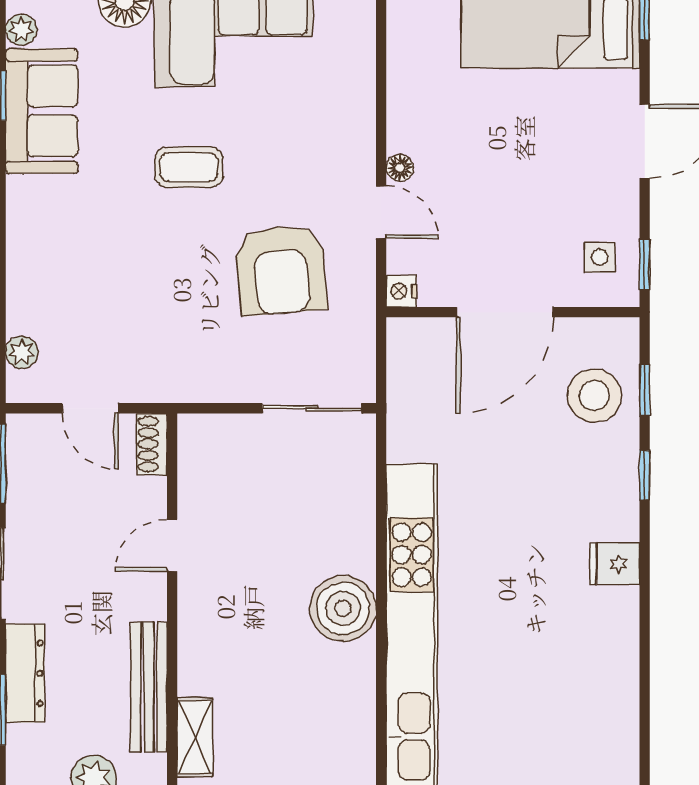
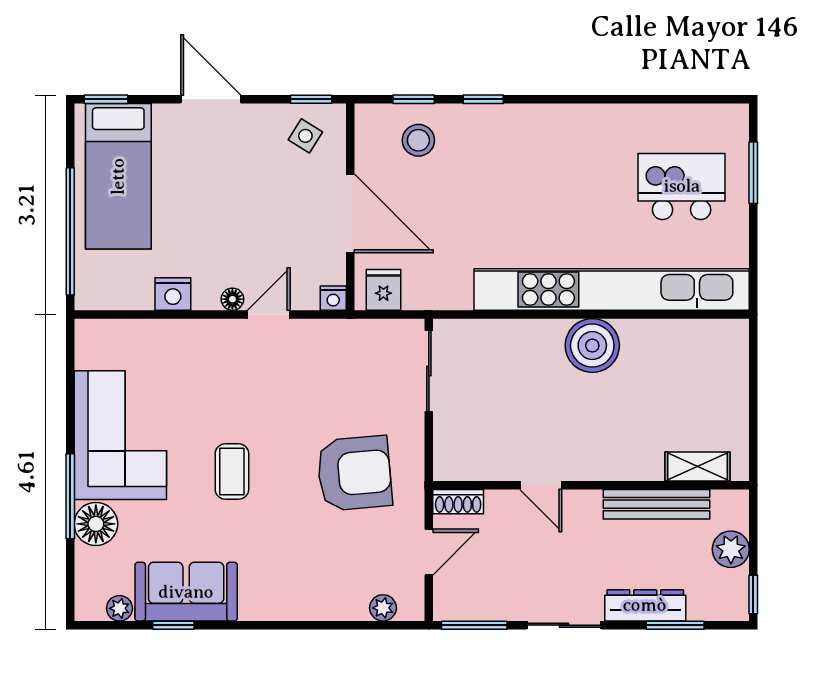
nightstand: (406, 95) -> (173, 294), added
side table: (600, 257) -> (305, 136), turned 32
armchair: (281, 270) -> (354, 473), moved
stool: (594, 396) -> (418, 140), width x0.73, depth x0.73
fridge: (614, 564) -> (383, 290), moved, turned 180
kitchen island: (538, 718) -> (682, 186), added

